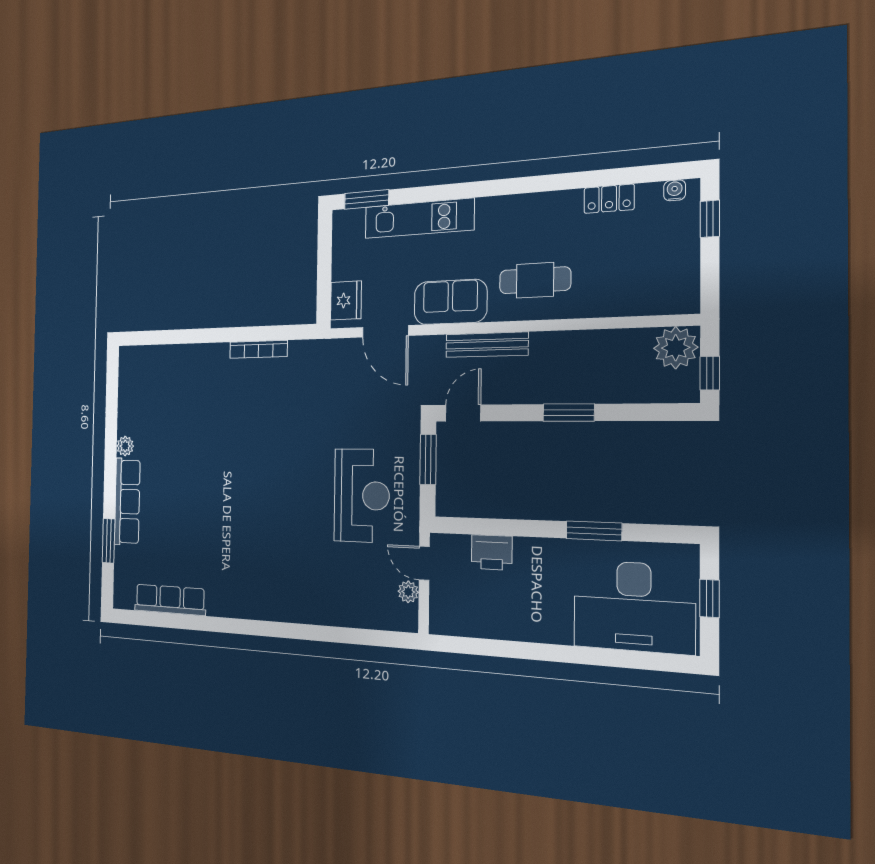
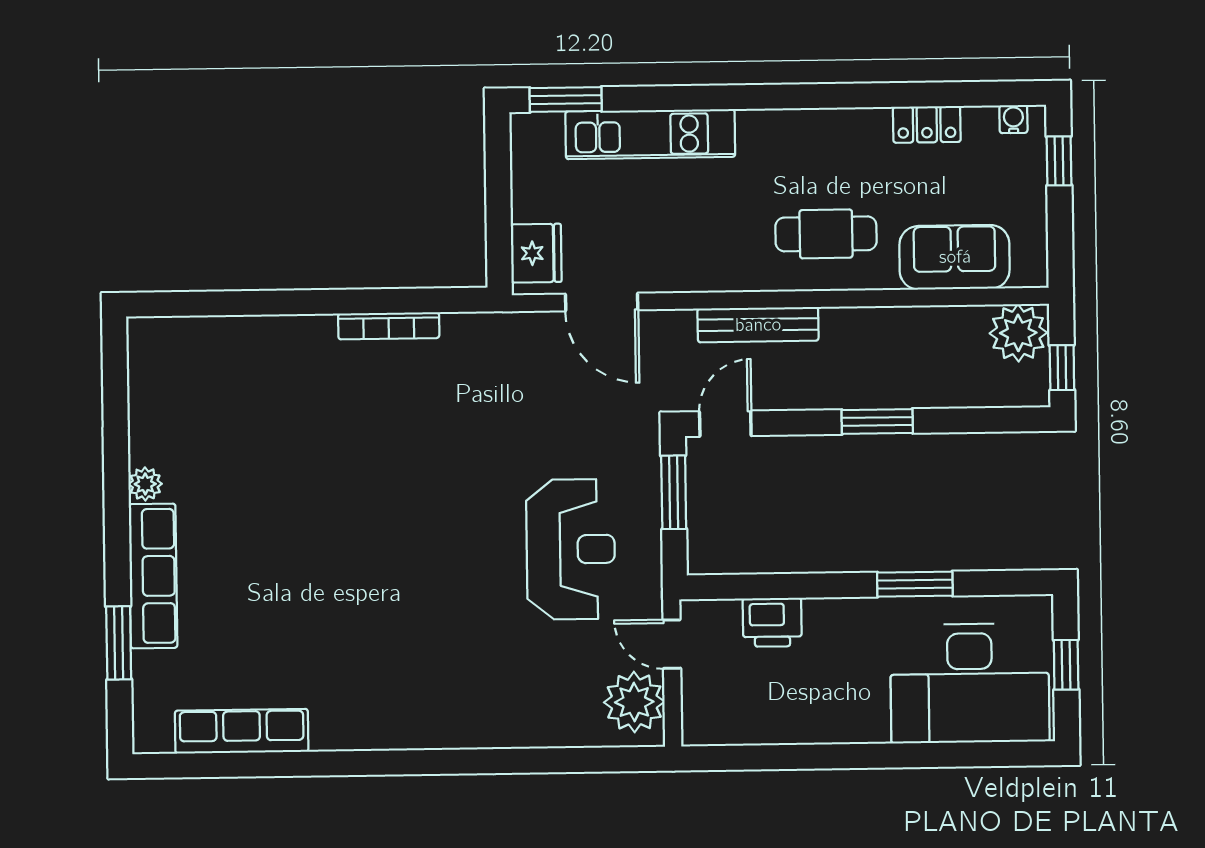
sofa: (450, 302) -> (955, 257), moved
plant: (408, 592) -> (634, 702), width x1.87, depth x1.87

